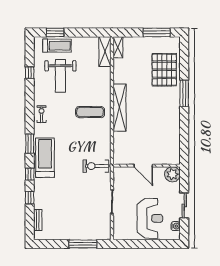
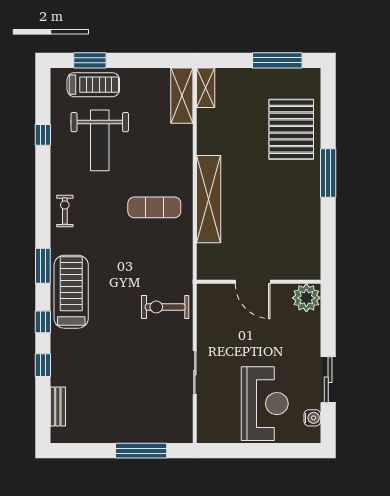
door: (143, 166) -> (253, 282), moved
wall: (147, 166) -> (259, 282), moved
plant: (172, 174) -> (306, 298), moved

